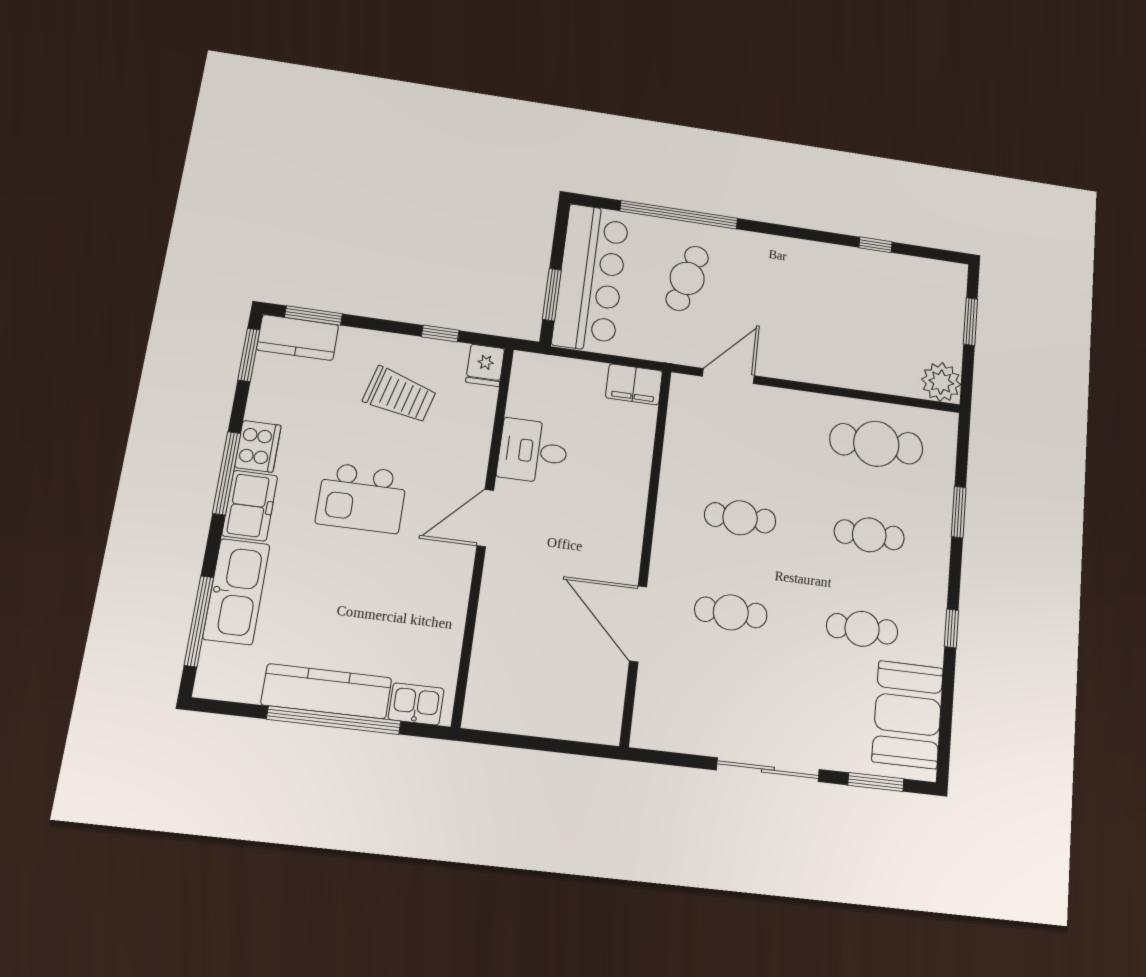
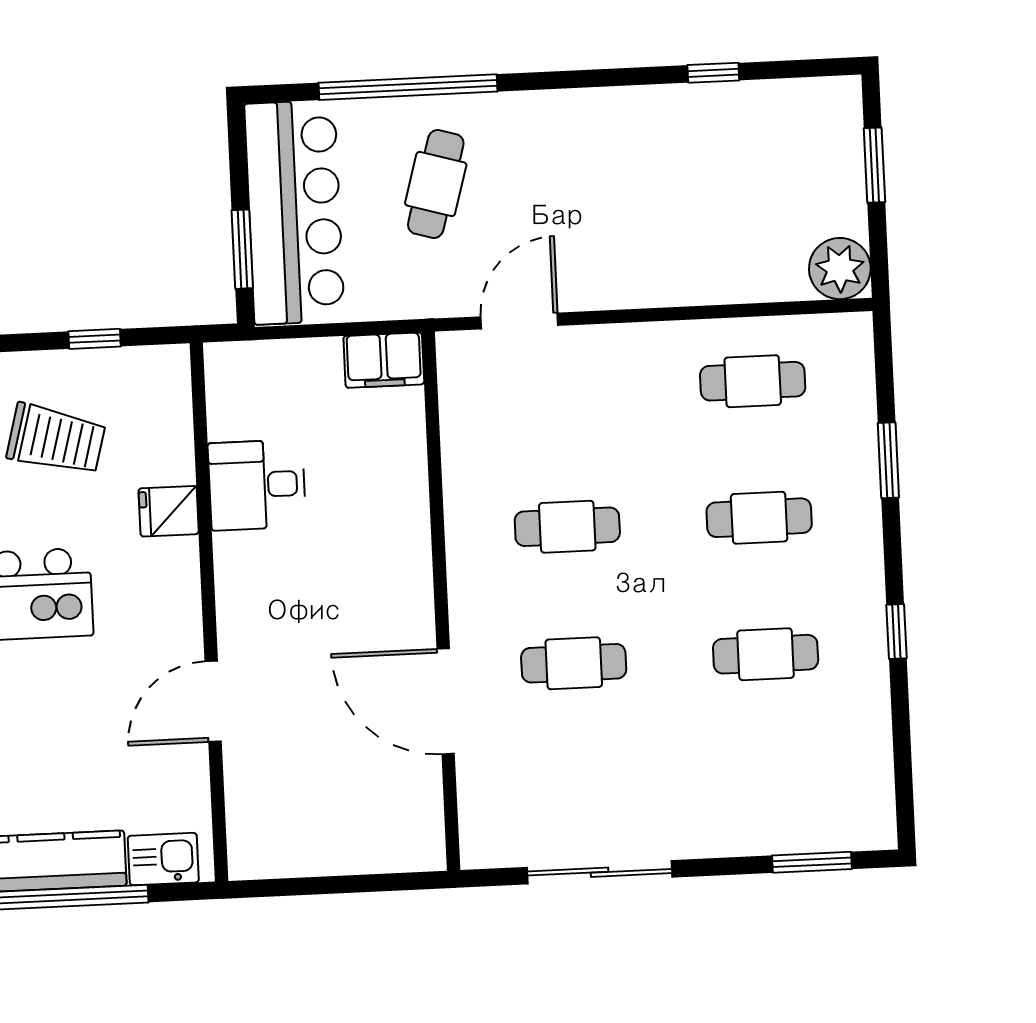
fridge: (485, 365) -> (169, 511), moved, turned 90
cafe table: (876, 444) -> (753, 381), width x0.73, depth x0.74
door: (485, 518) -> (213, 701), moved
booth: (908, 715) -> (846, 763), removed
sliding door: (768, 770) -> (600, 872), moved

